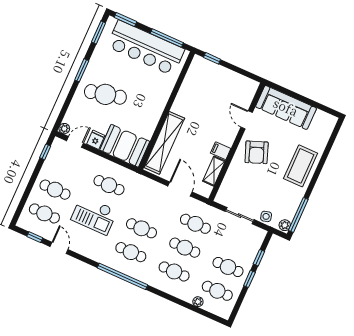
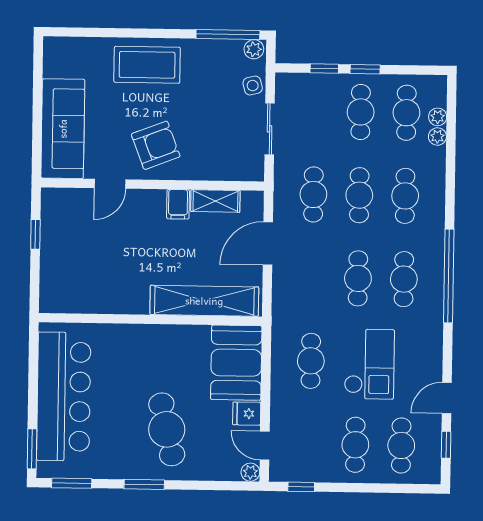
window: (167, 38) -> (33, 369), removed
window: (212, 58) -> (35, 234), moved
plant: (208, 306) -> (438, 117), added

